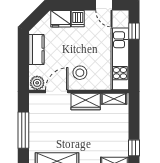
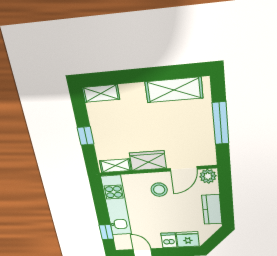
window: (134, 148) -> (86, 136), moved

